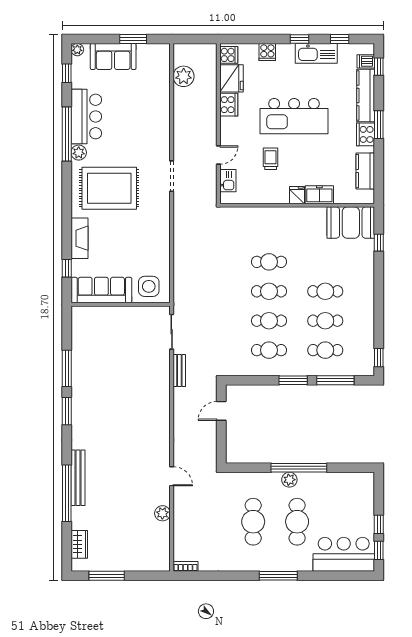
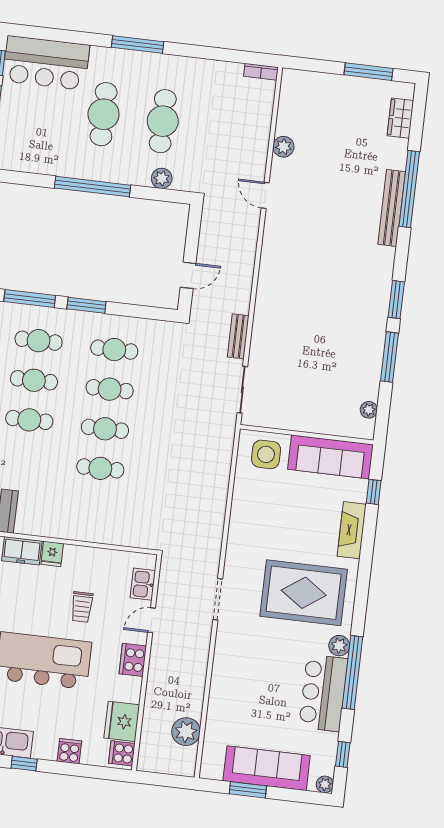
sofa: (113, 56) -> (267, 768), width x1.36
cooker: (229, 105) -> (133, 660), moved
plant: (77, 328) -> (369, 410), added
plant: (289, 480) -> (162, 178), moved

